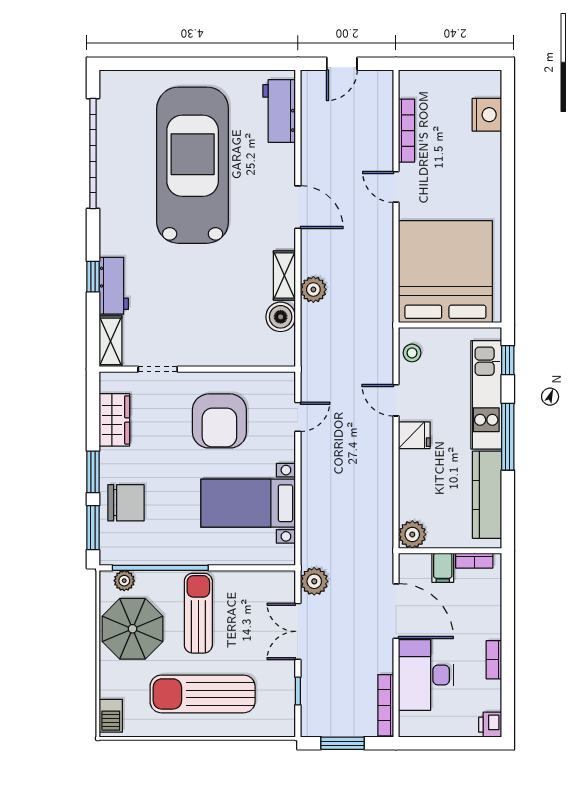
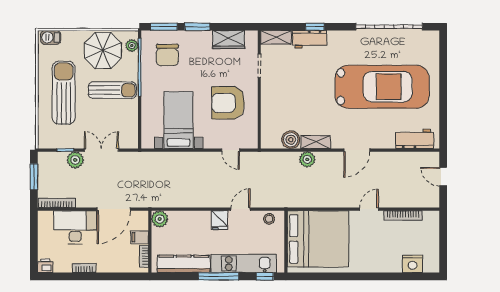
chair: (126, 503) -> (167, 55), moved
plant: (314, 581) -> (75, 160), moved

